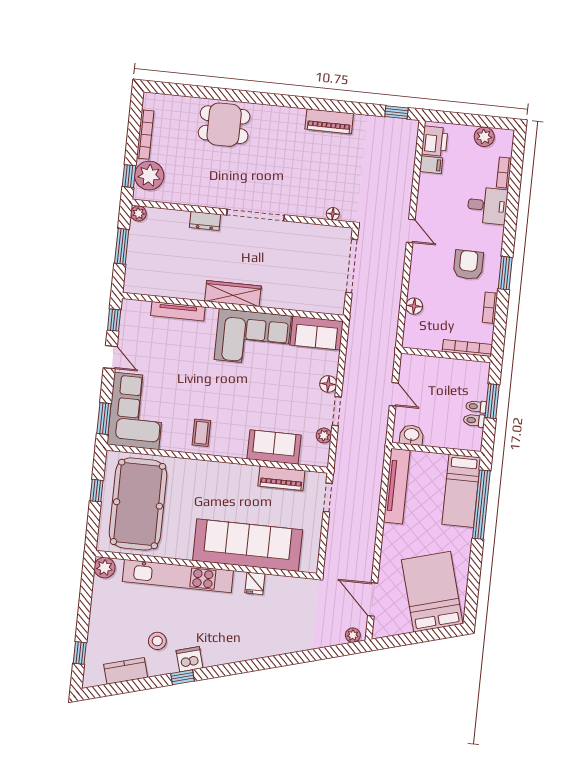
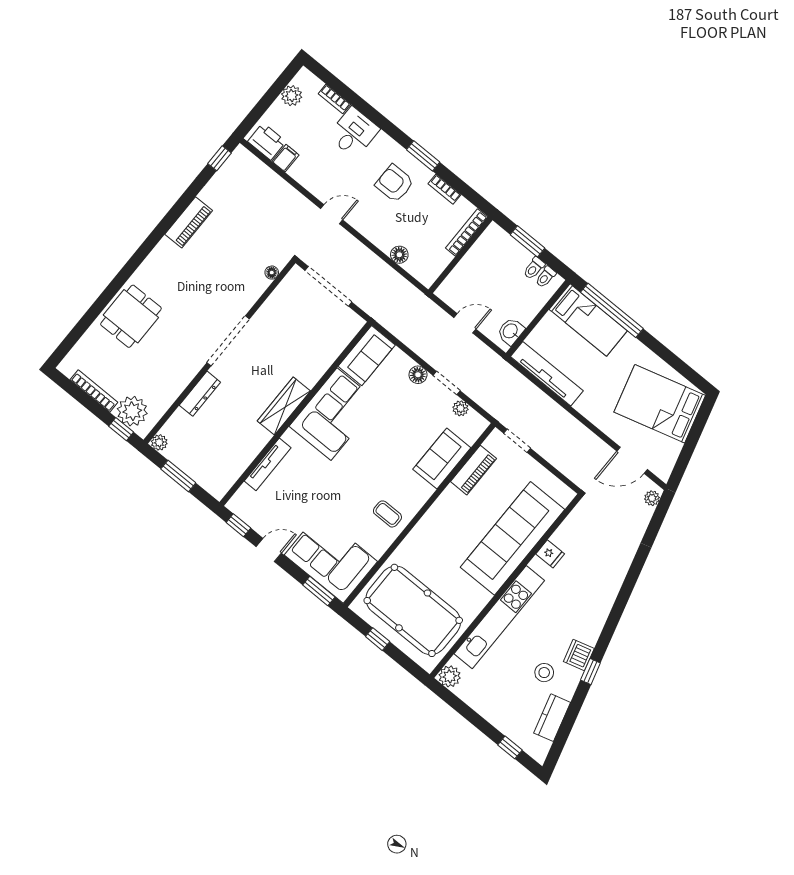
dresser: (205, 221) -> (200, 394), width x1.44
toilet: (476, 407) -> (546, 277), moved

